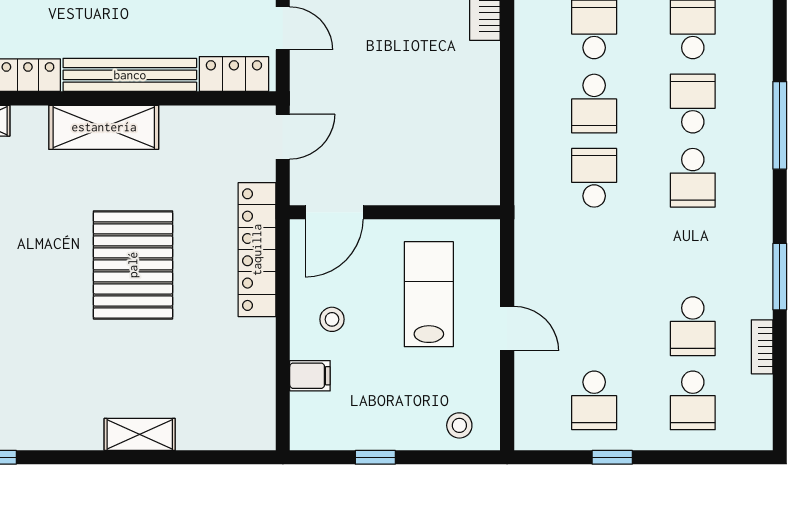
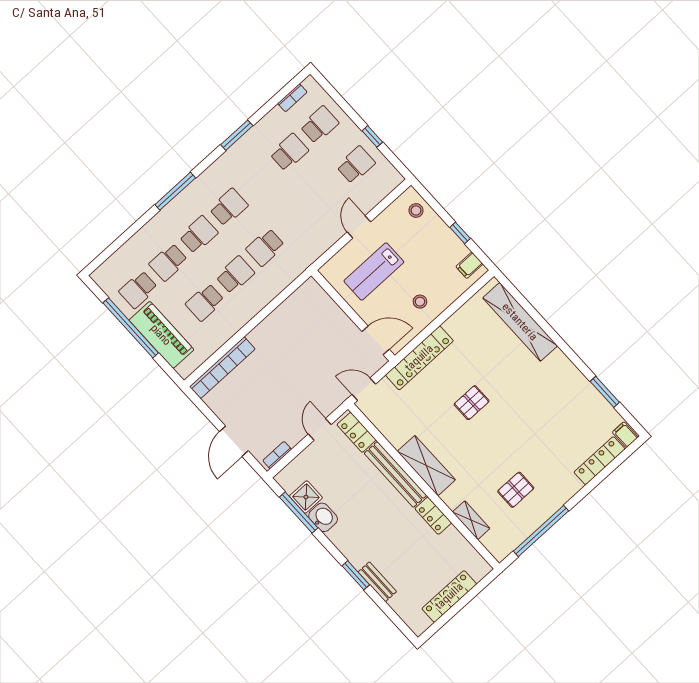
school desk: (693, 104) -> (199, 235), turned 180
pallet: (133, 265) -> (472, 403), width x0.49, depth x0.50
bookcase: (762, 347) -> (292, 98), moved
filing cabinet: (310, 376) -> (469, 265), moved, turned -90
shelving: (140, 434) -> (520, 322), width x2.20, depth x1.33

